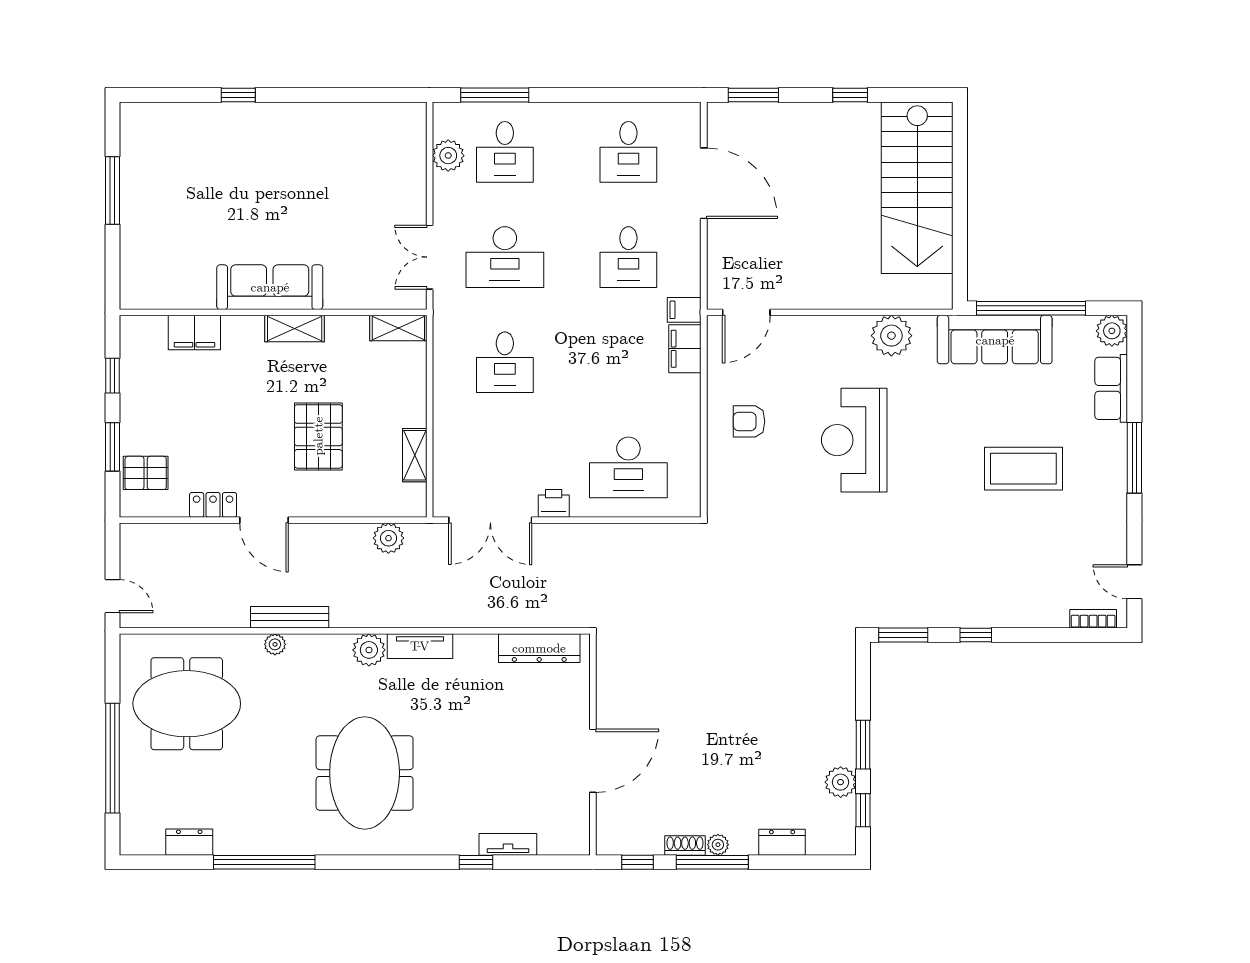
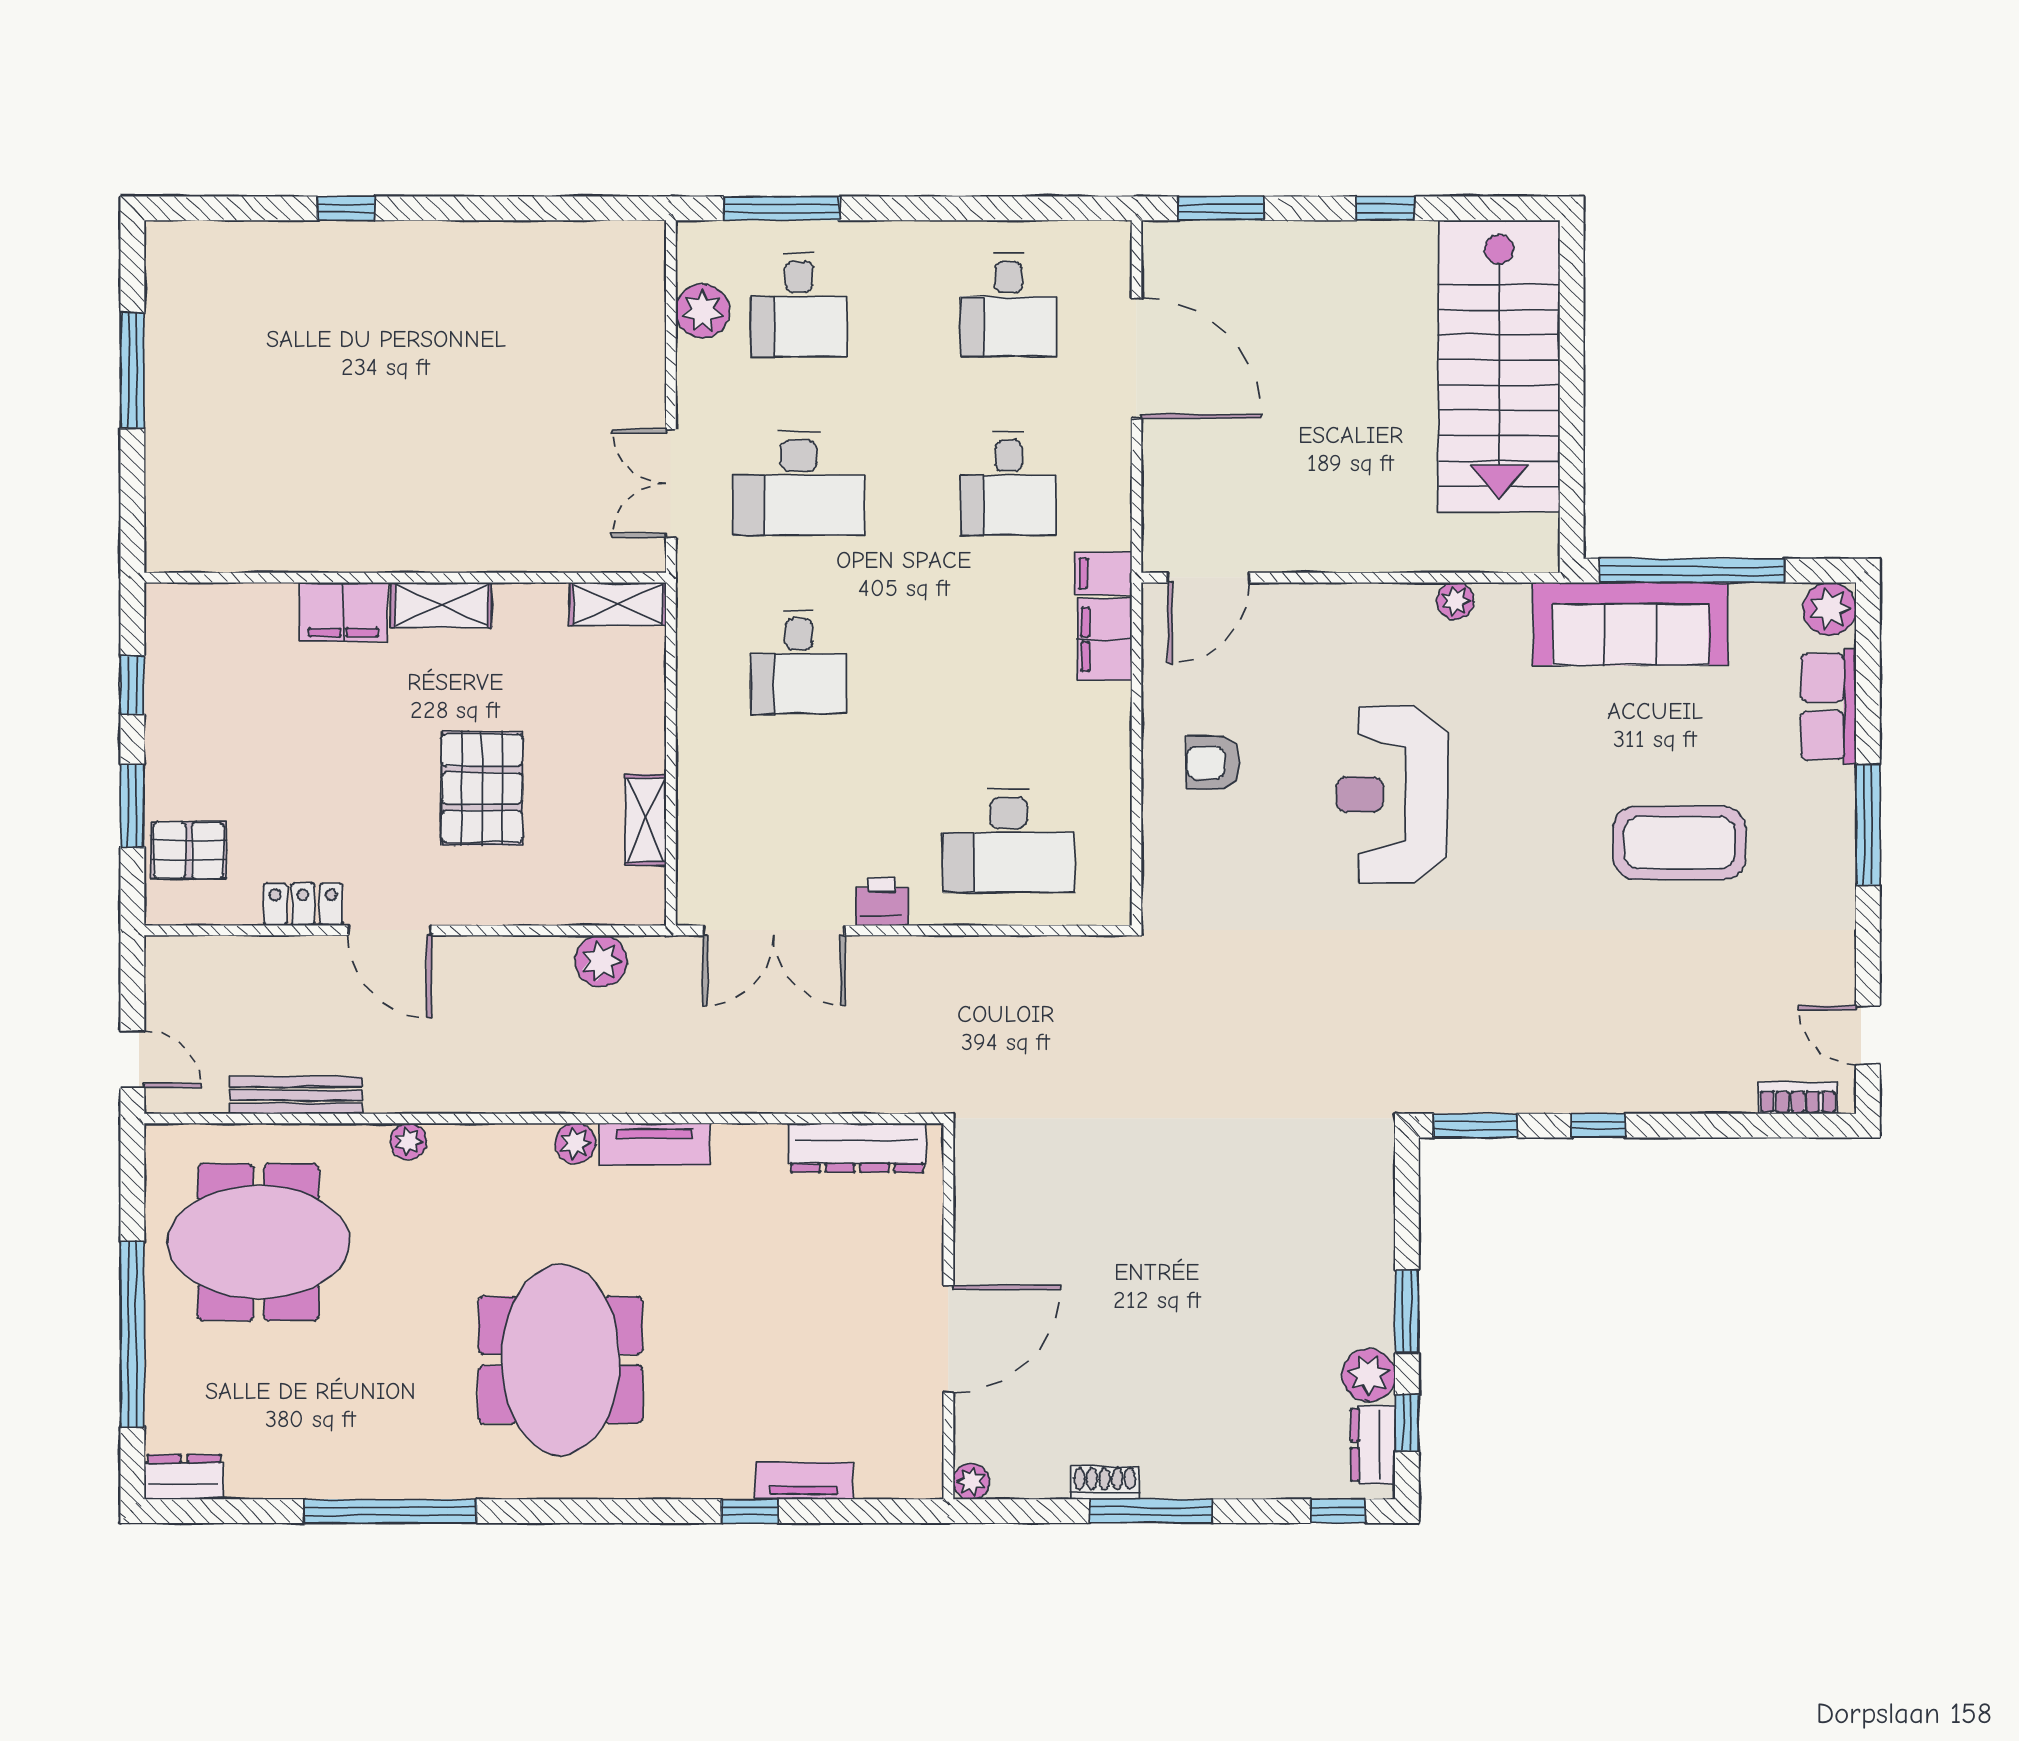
sofa: (270, 287) -> (399, 535), removed
filing cabinet: (194, 333) -> (343, 612), moved
plant: (891, 336) -> (1455, 601), width x0.53, depth x0.53
bench: (290, 617) -> (296, 1095), moved
plant: (369, 650) -> (575, 1143), width x0.73, depth x0.73
dresser: (189, 842) -> (184, 1477), moved
dresser: (782, 842) -> (1373, 1445), moved, turned -90
plant: (718, 845) -> (971, 1481), moved
window: (638, 862) -> (1338, 1511), moved

